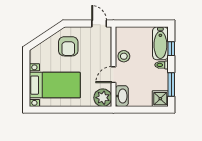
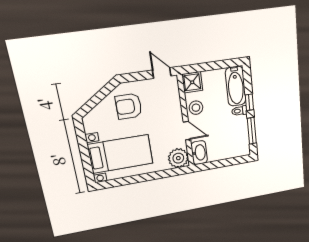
armchair: (68, 46) -> (129, 106), turned 90
window: (171, 49) -> (249, 102), moved
door: (113, 75) -> (187, 131), swing flipped
shower: (160, 99) -> (192, 82), moved

